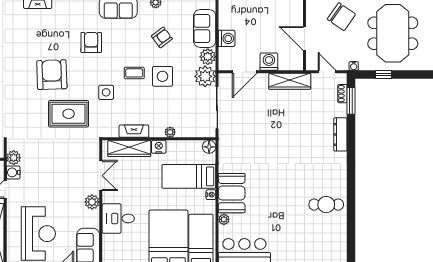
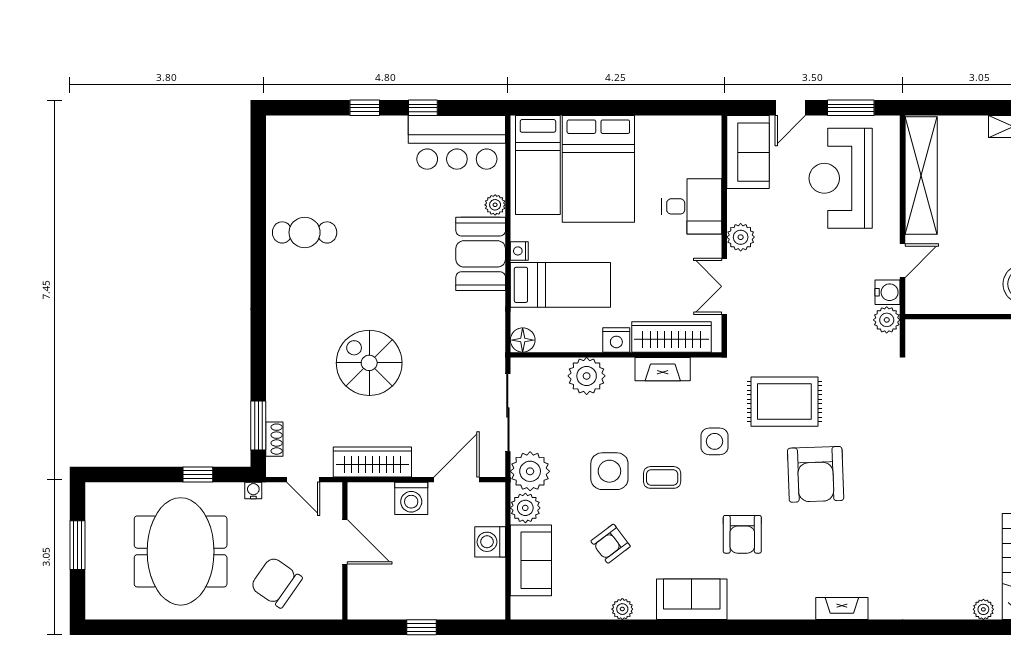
plant: (170, 132) -> (587, 376), width x1.87, depth x1.87
dresser: (340, 134) -> (278, 363), removed
spiral stairs: (292, 135) -> (369, 363), added

